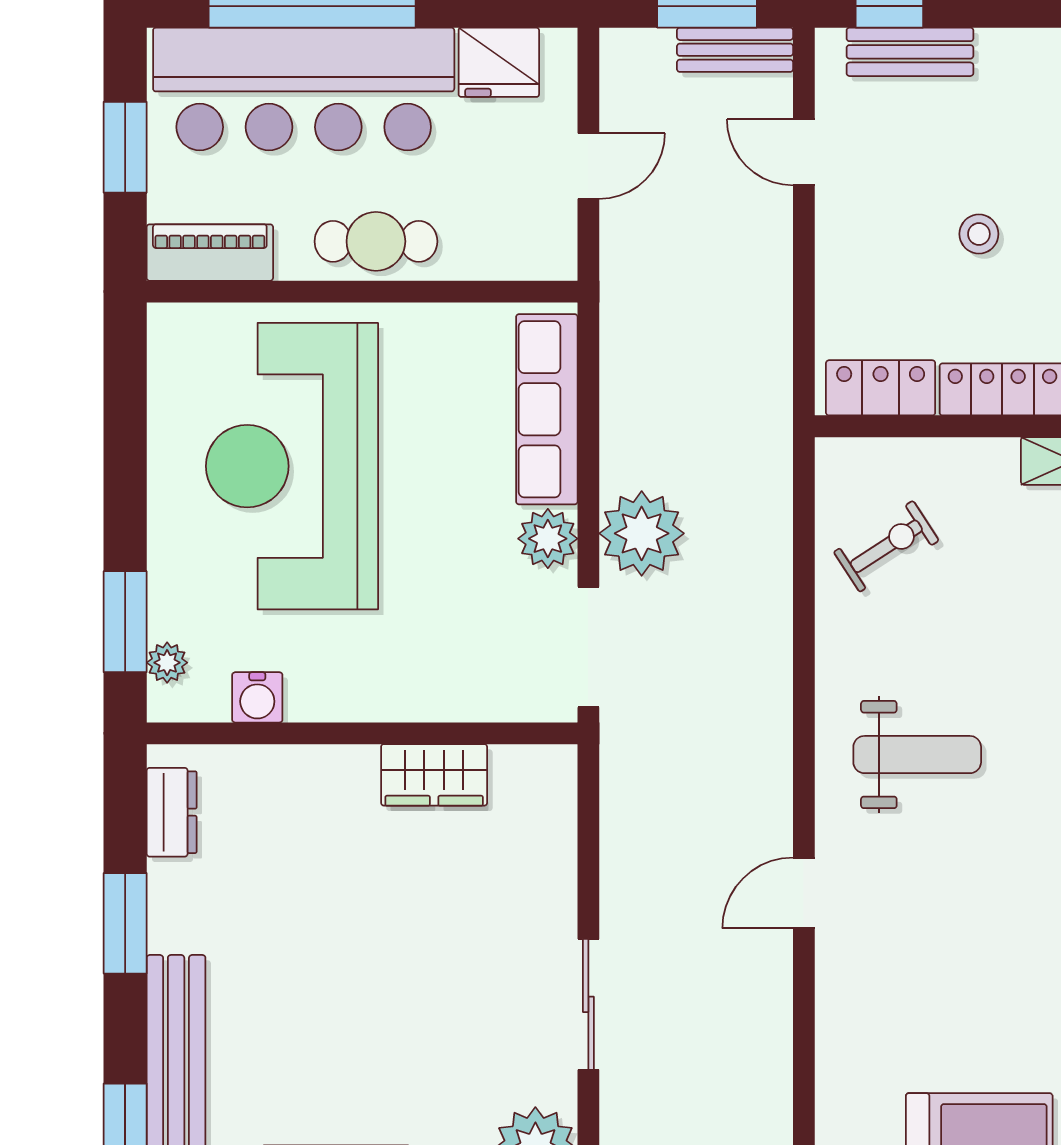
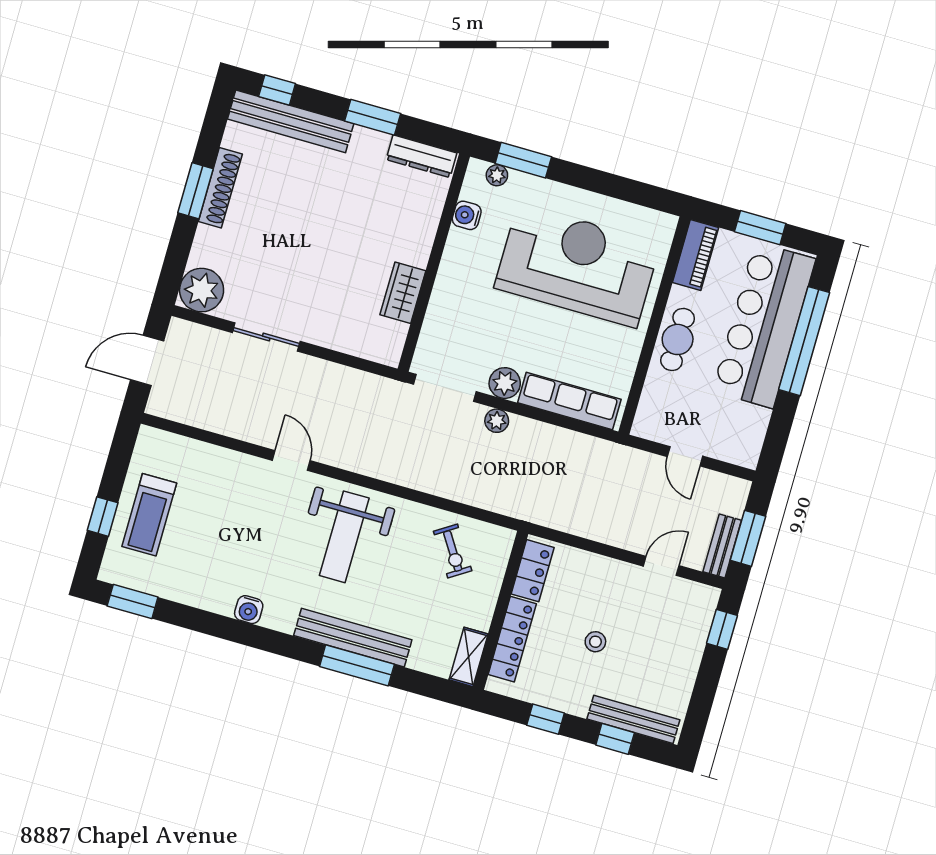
bench: (910, 52) -> (696, 633), removed
fridge: (499, 62) -> (749, 426), removed
plant: (642, 533) -> (497, 421), width x0.53, depth x0.53
weight bench: (917, 755) -> (344, 537), width x1.36, depth x1.33
dresser: (172, 812) -> (422, 156), width x1.44

